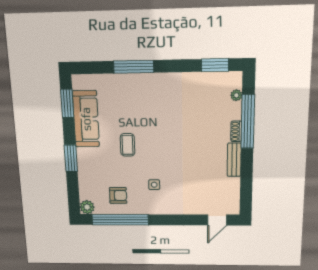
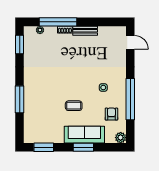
sofa: (86, 119) -> (84, 135), moved
window: (120, 220) -> (130, 99), moved

